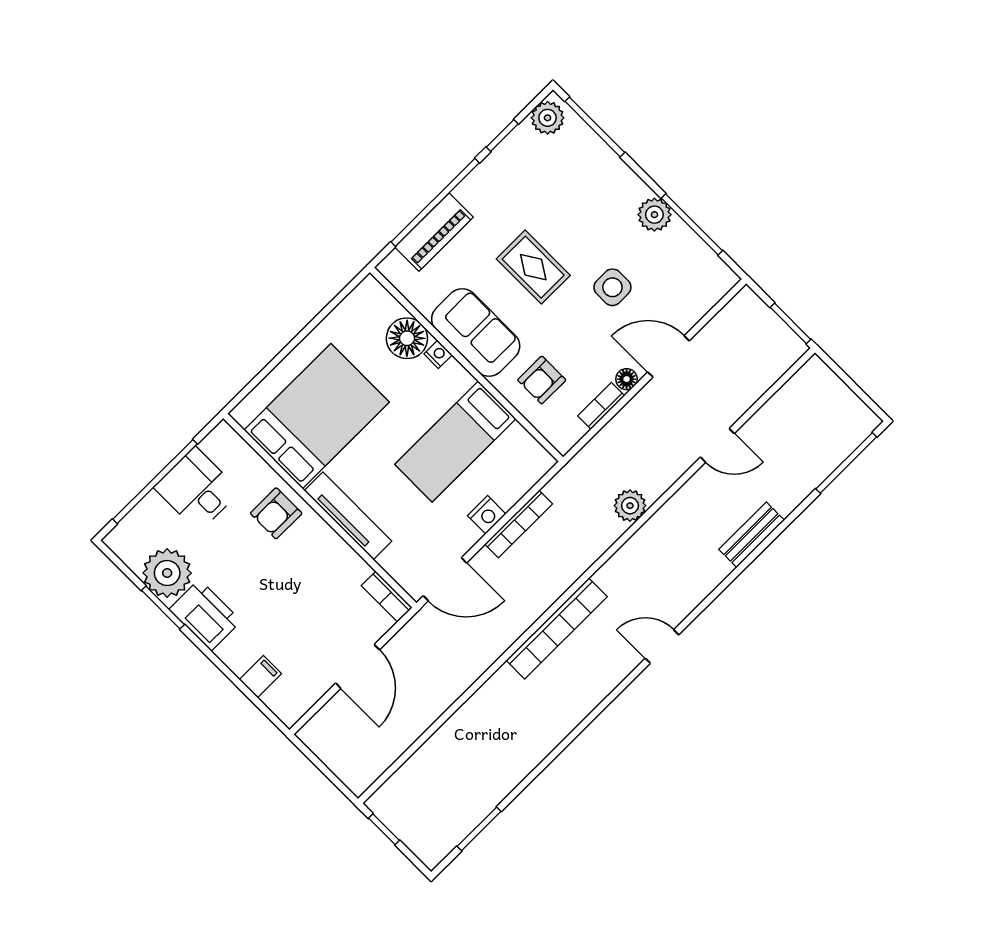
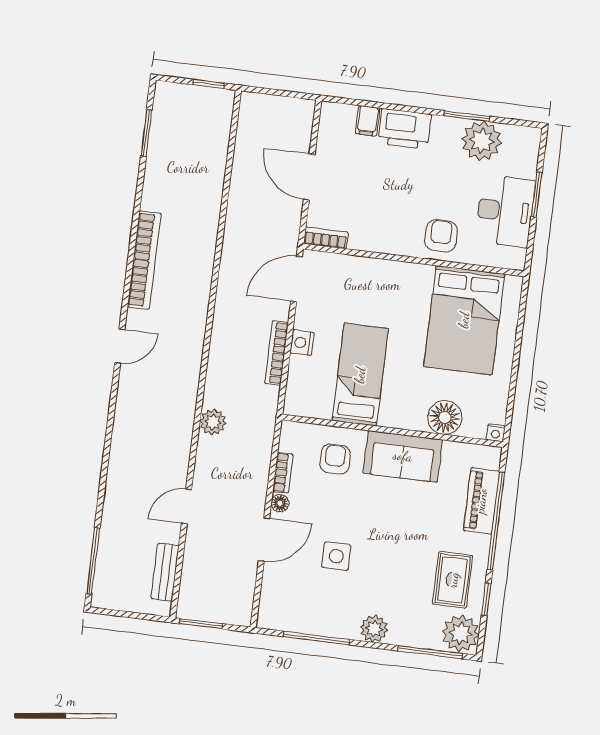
plant: (548, 118) -> (461, 633), width x1.36, depth x1.36
plant: (654, 215) -> (374, 629), moved
rug: (533, 267) -> (453, 580), moved, turned 90
nightstand: (438, 354) -> (496, 433), moved
window: (155, 482) -> (537, 195), width x0.47
desk: (197, 489) -> (505, 211), width x1.37
tv unit: (348, 516) -> (393, 271), removed
bench: (752, 535) -> (165, 572), moved
printer: (205, 615) -> (405, 129), moved
bookcase: (557, 628) -> (144, 260), moved, turned 180

